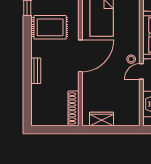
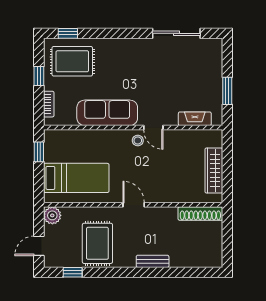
door: (80, 56) -> (134, 205), width x0.53
wardrobe: (102, 119) -> (214, 170), width x1.50

